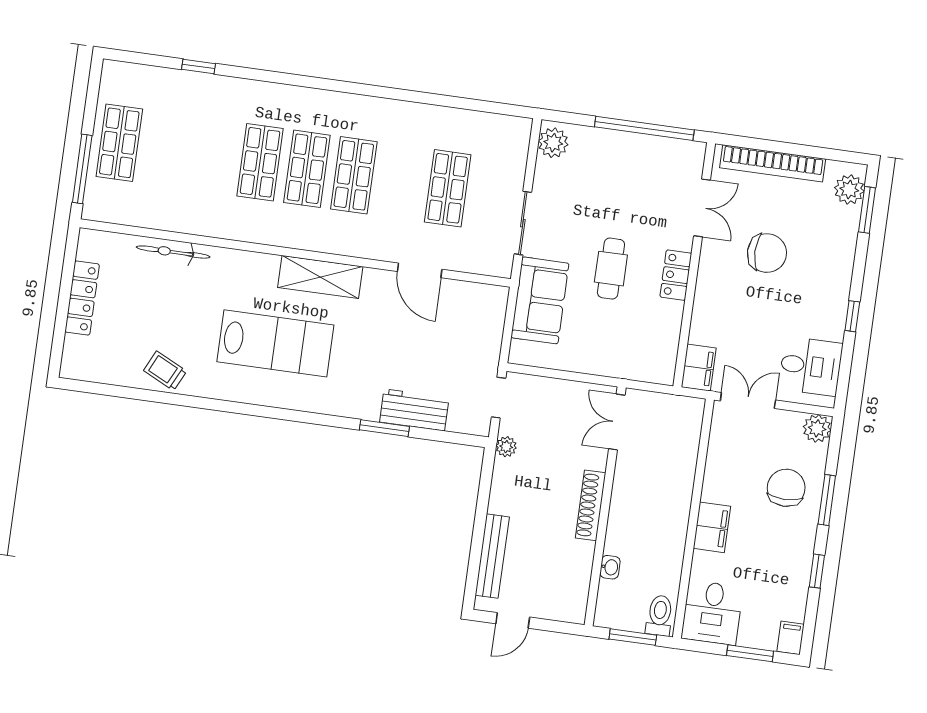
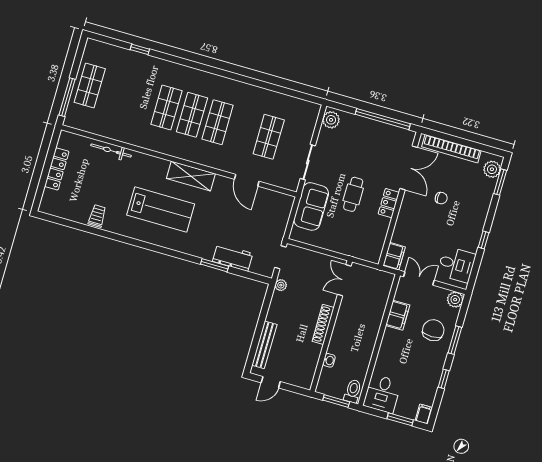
double door: (702, 208) -> (409, 168), width x1.37
chair: (767, 253) -> (441, 198), width x0.54, depth x0.54
trolley: (165, 371) -> (97, 216), turned 64
filing cabinet: (712, 527) -> (398, 315), moved

